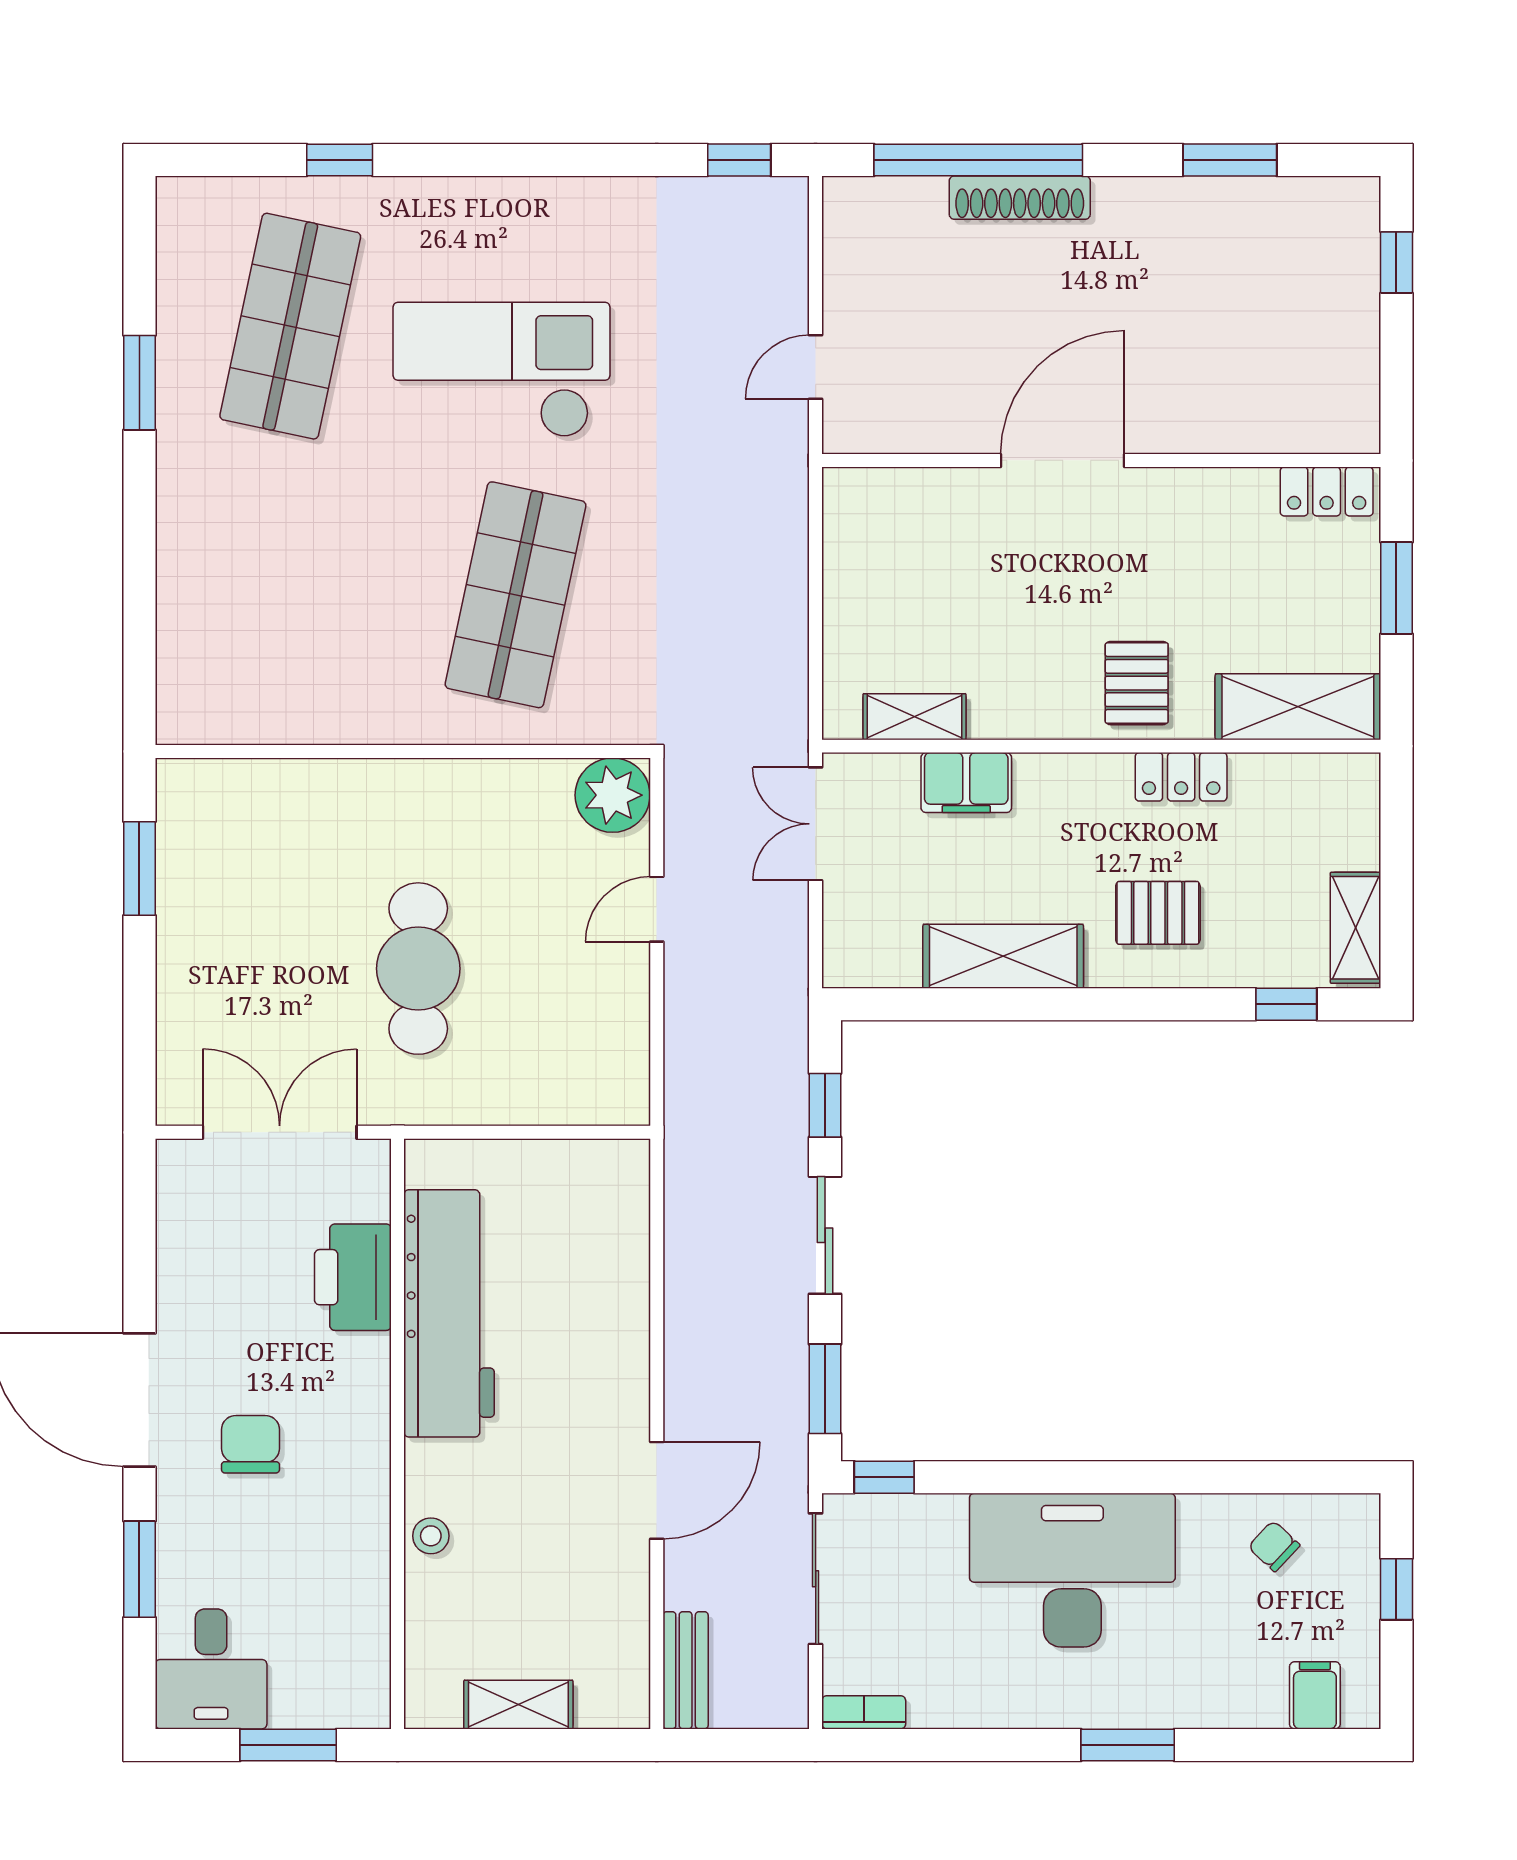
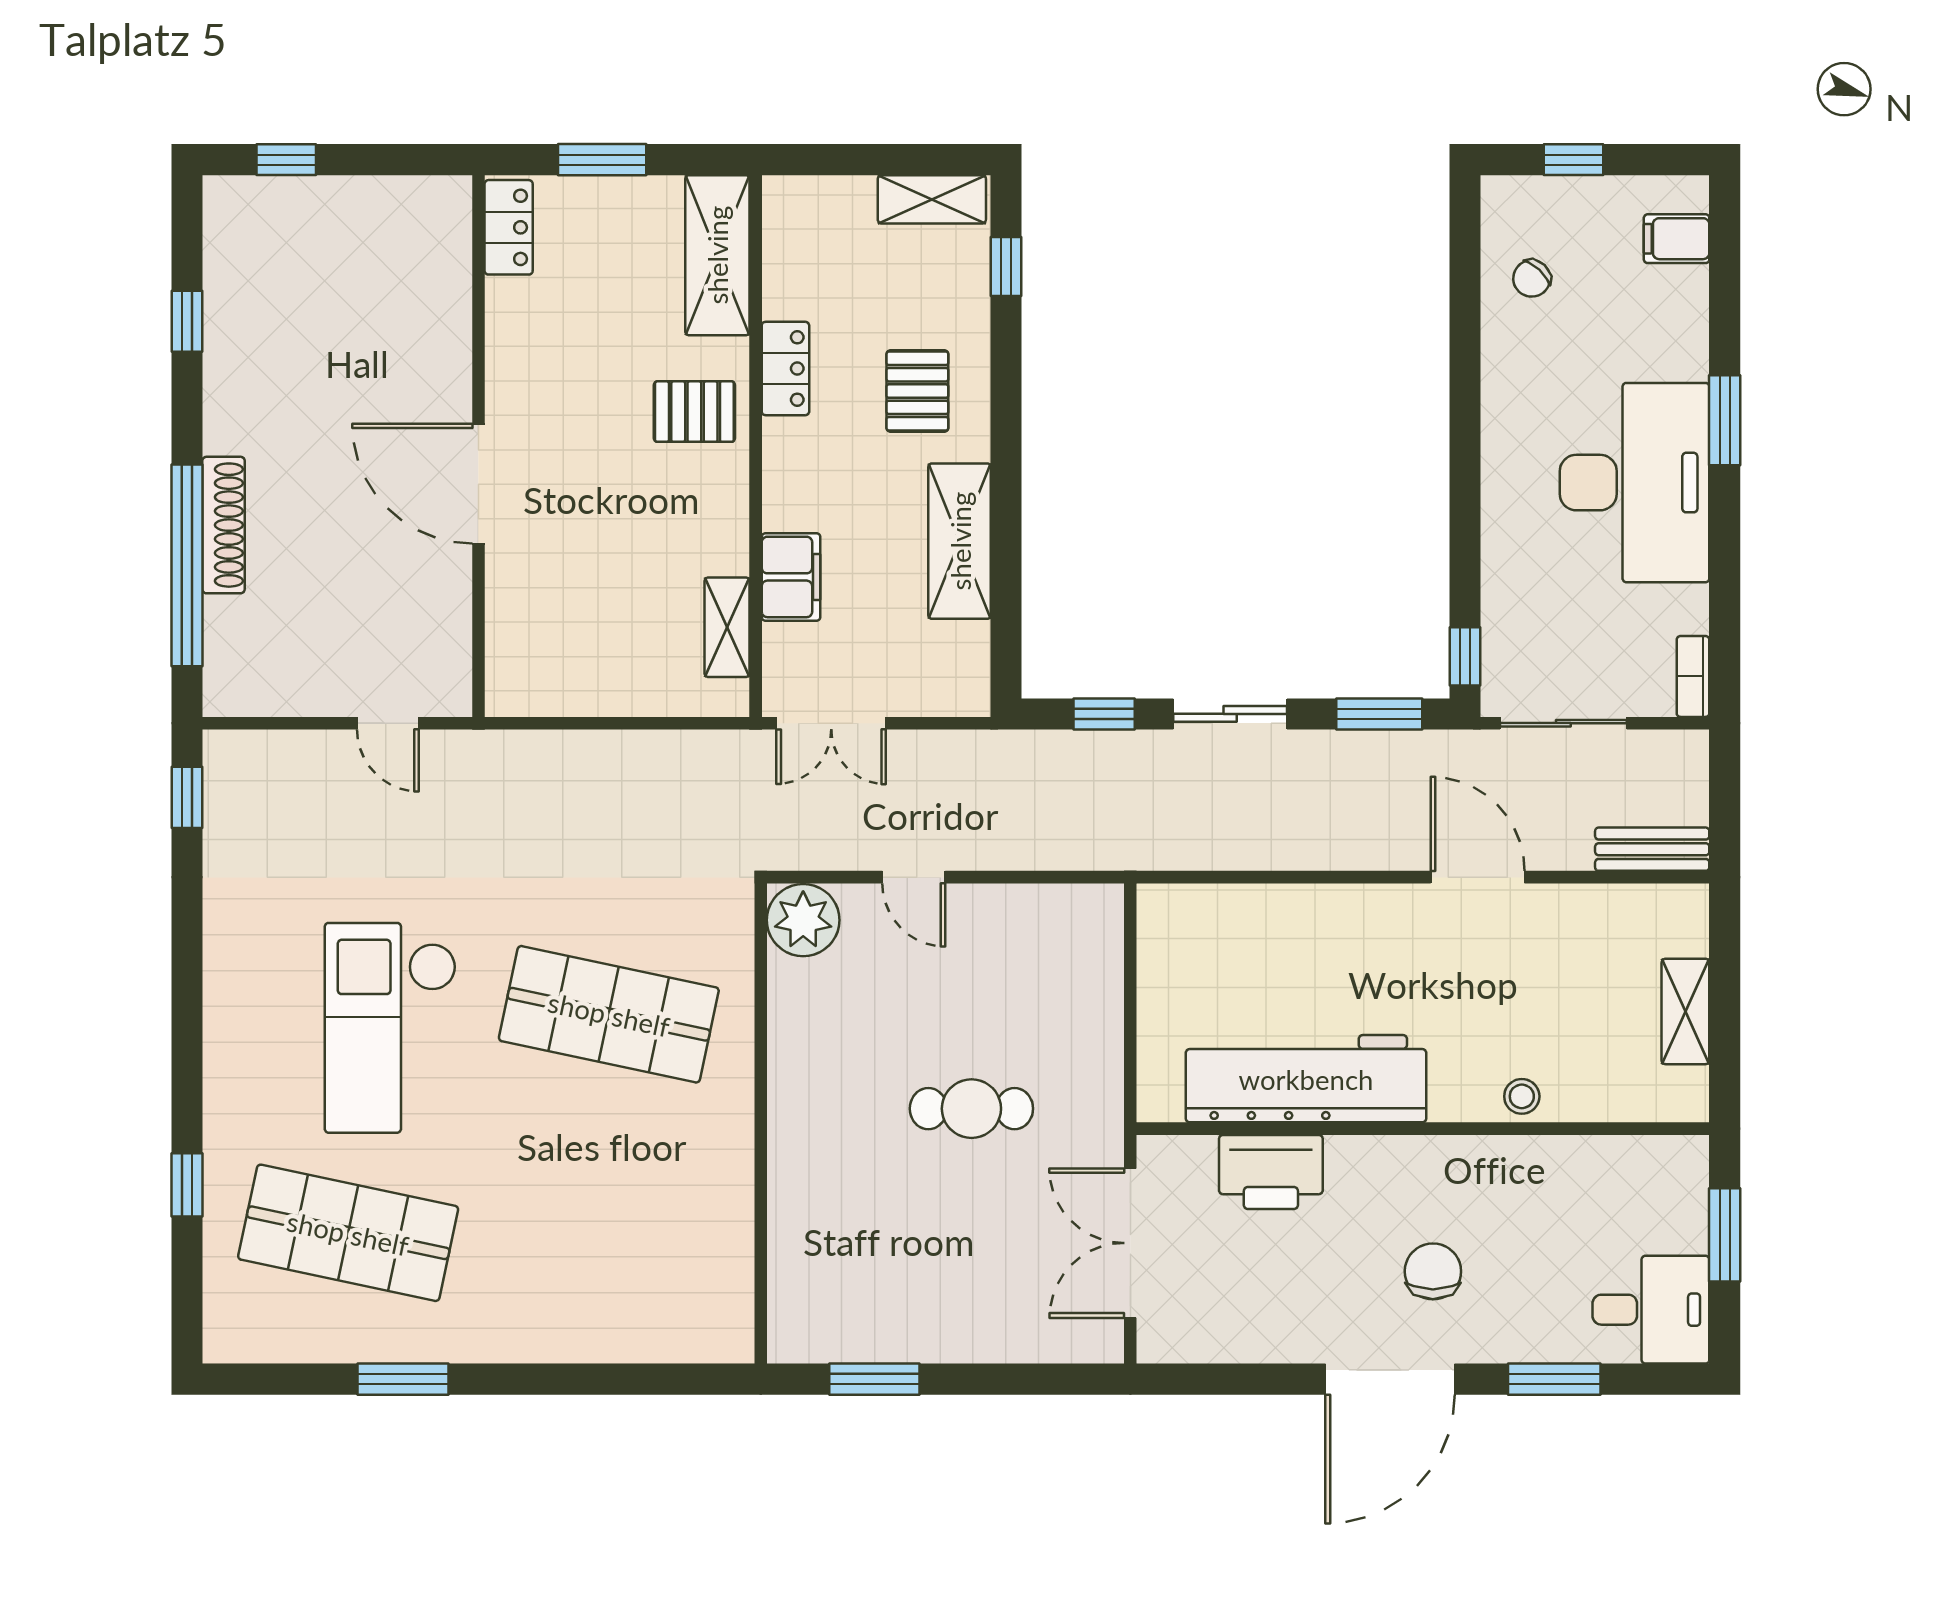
window: (1230, 160) -> (187, 321), width x0.67
cafe table: (418, 969) -> (971, 1109), width x0.73, depth x0.74
chair: (250, 1444) -> (1433, 1271), turned 90
desk: (1072, 1570) -> (1635, 483), moved, turned 180

